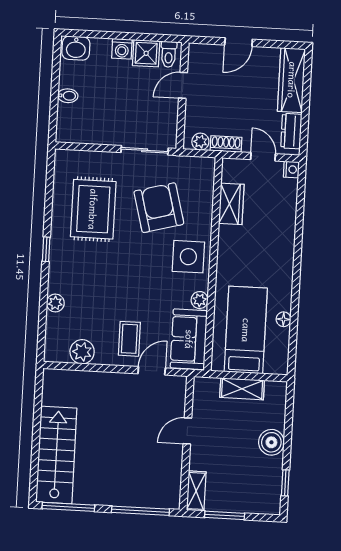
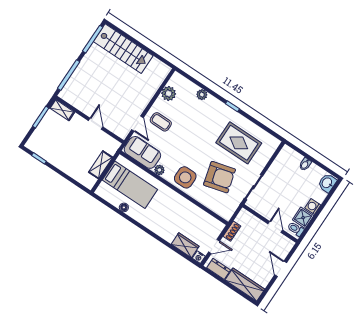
plant: (200, 142) -> (241, 219), removed
wardrobe: (231, 204) -> (185, 245), moved, turned 180
boiler: (271, 442) -> (64, 164), removed

